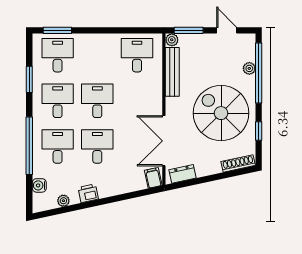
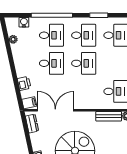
bench: (172, 72) -> (109, 116), width x0.73
printer: (88, 193) -> (24, 83), moved

